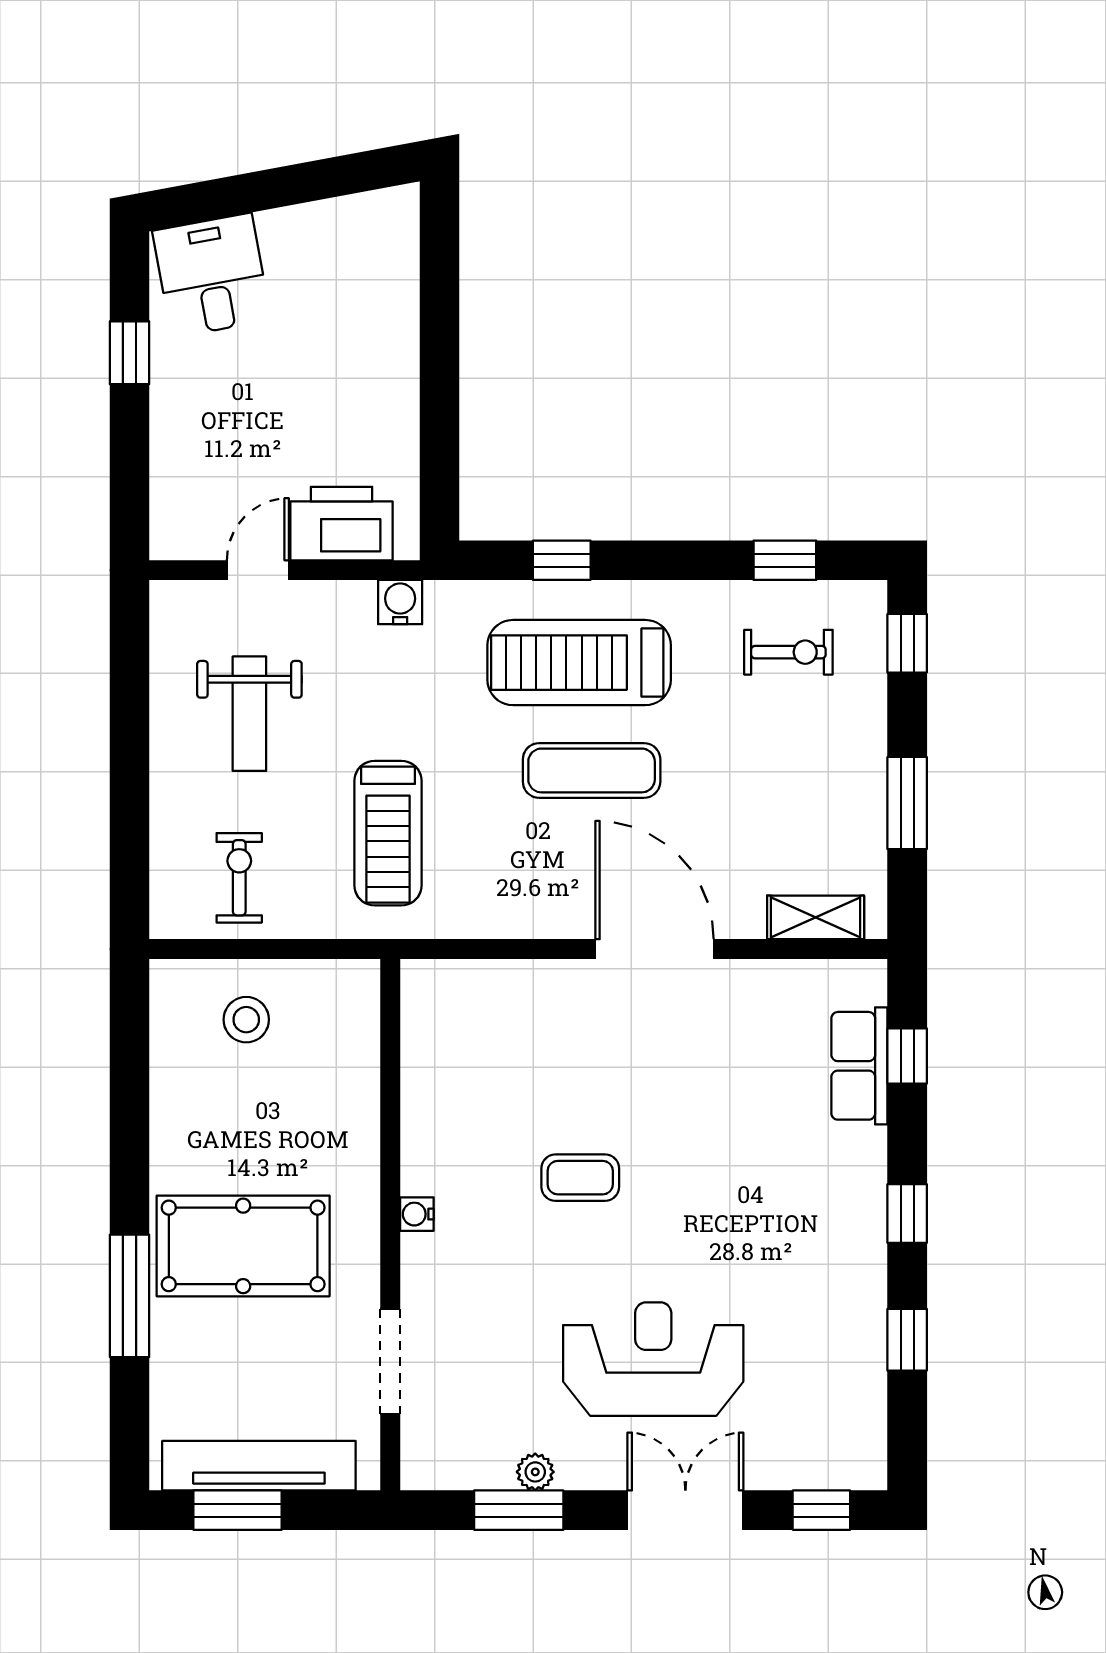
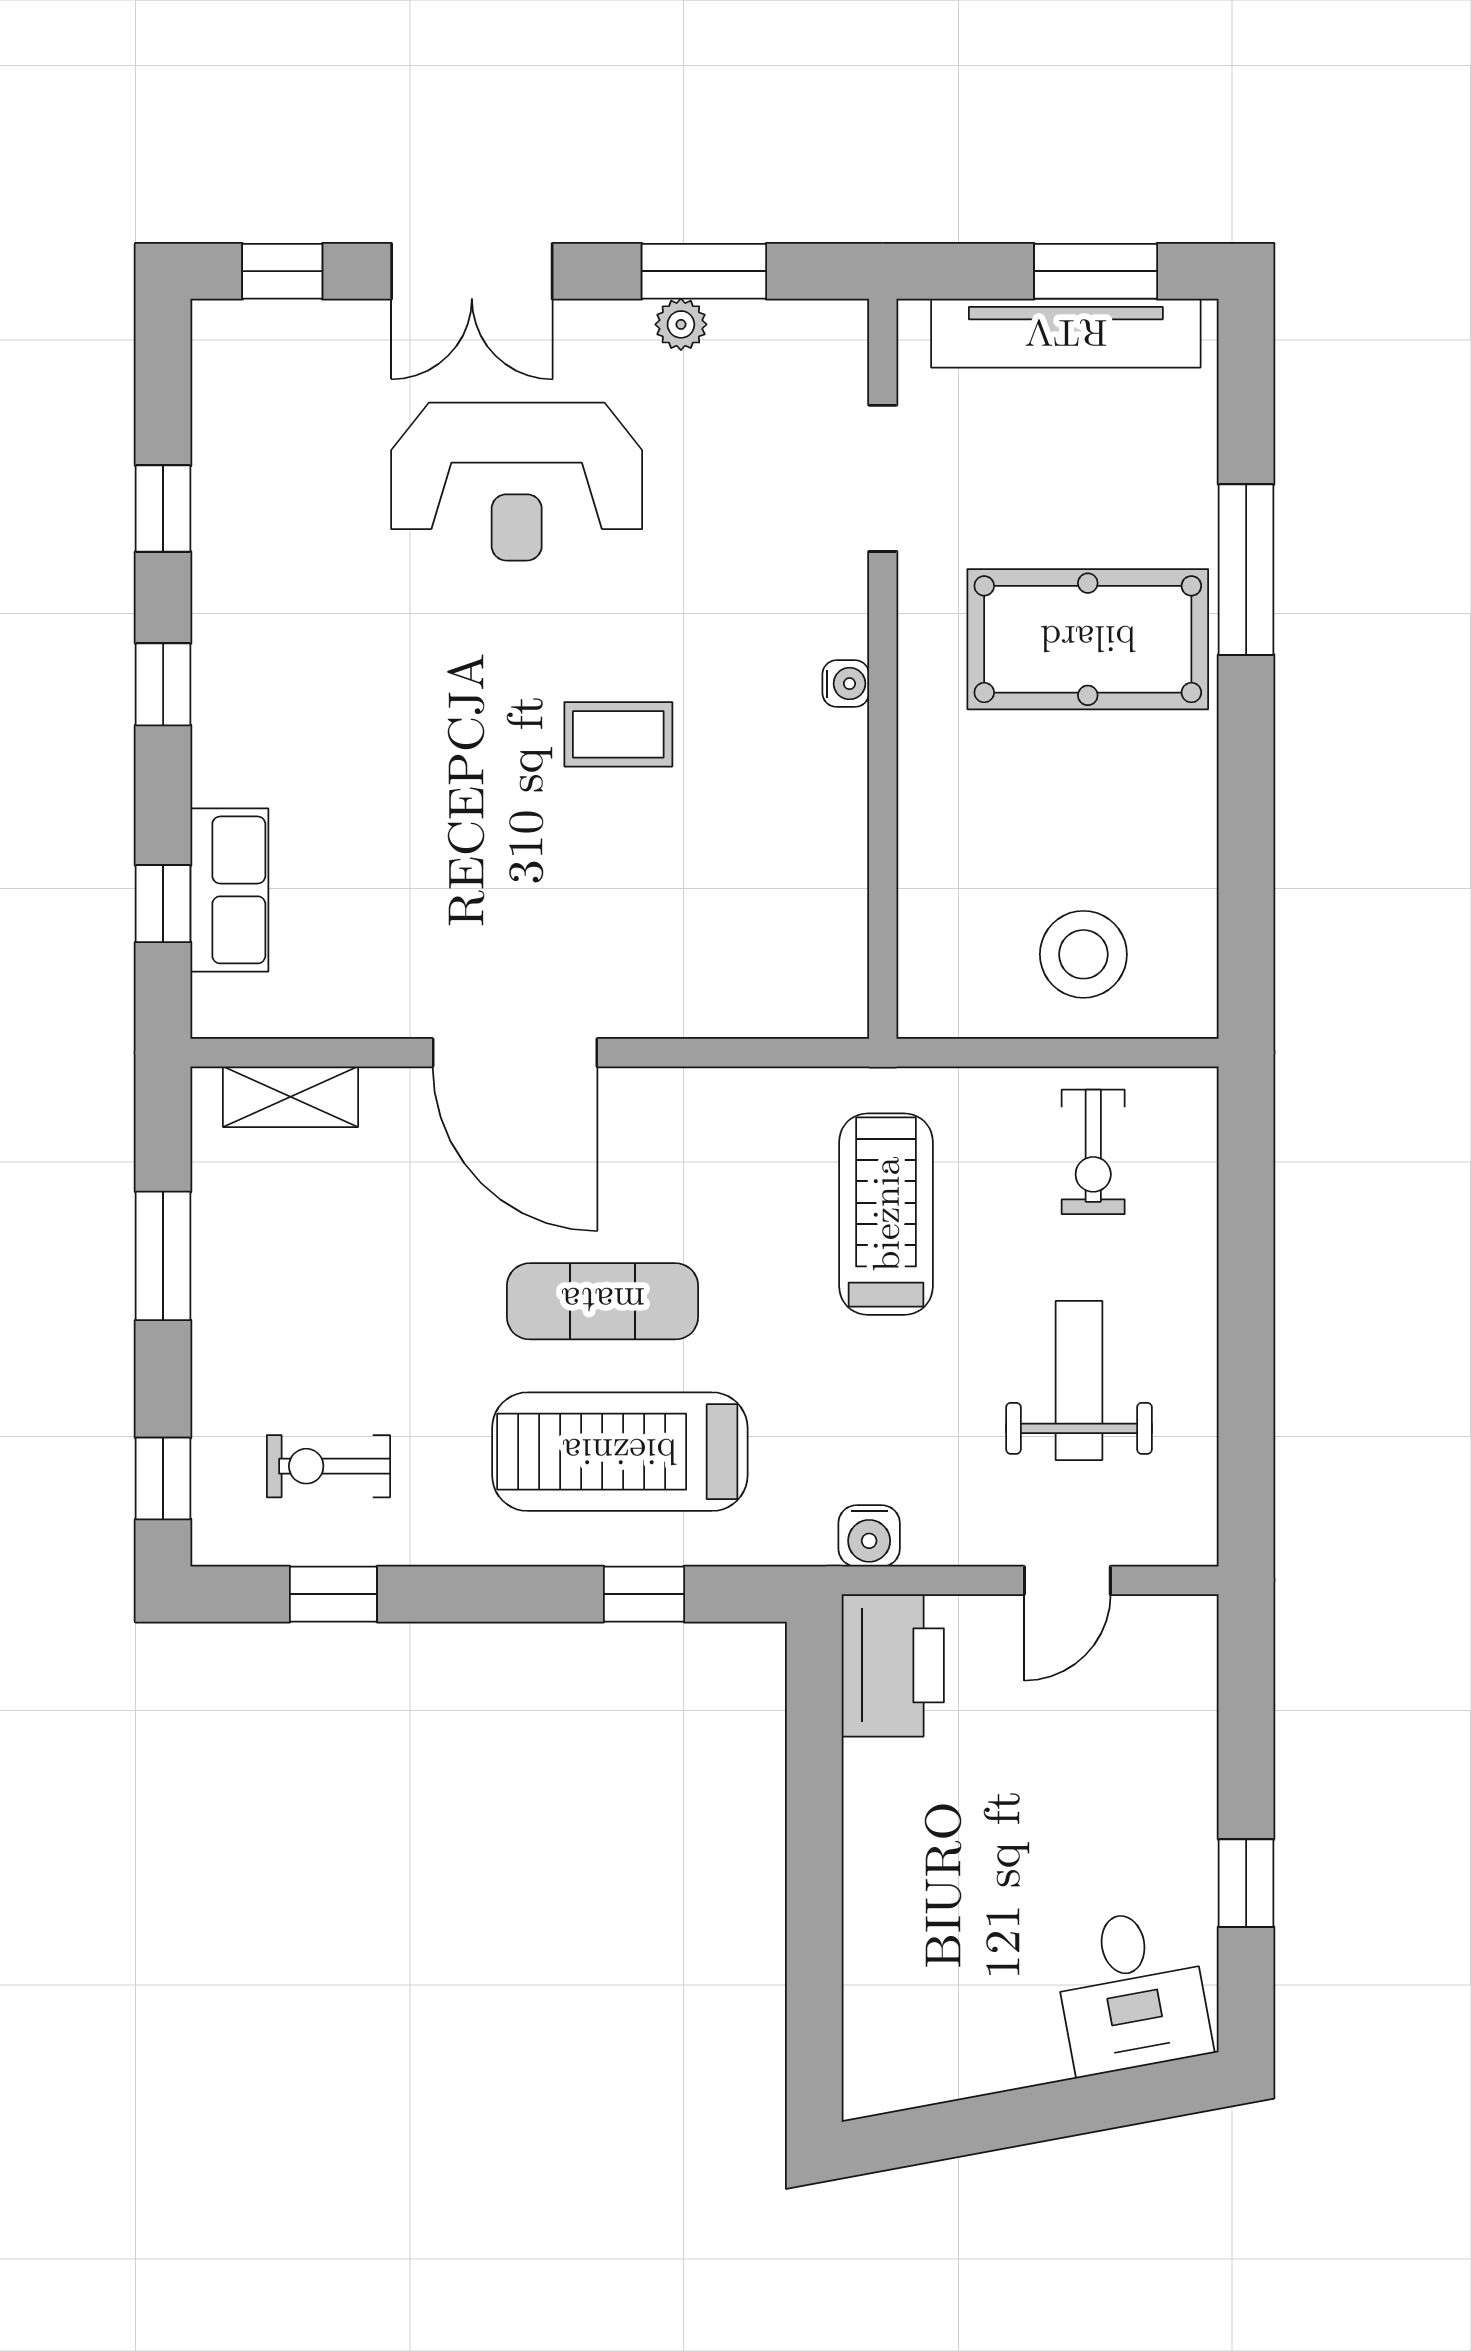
printer: (342, 524) -> (893, 1665), moved, turned -90
treadmill: (579, 663) -> (620, 1452), turned 180
stool: (246, 1020) -> (1083, 954), width x1.38, depth x1.38

